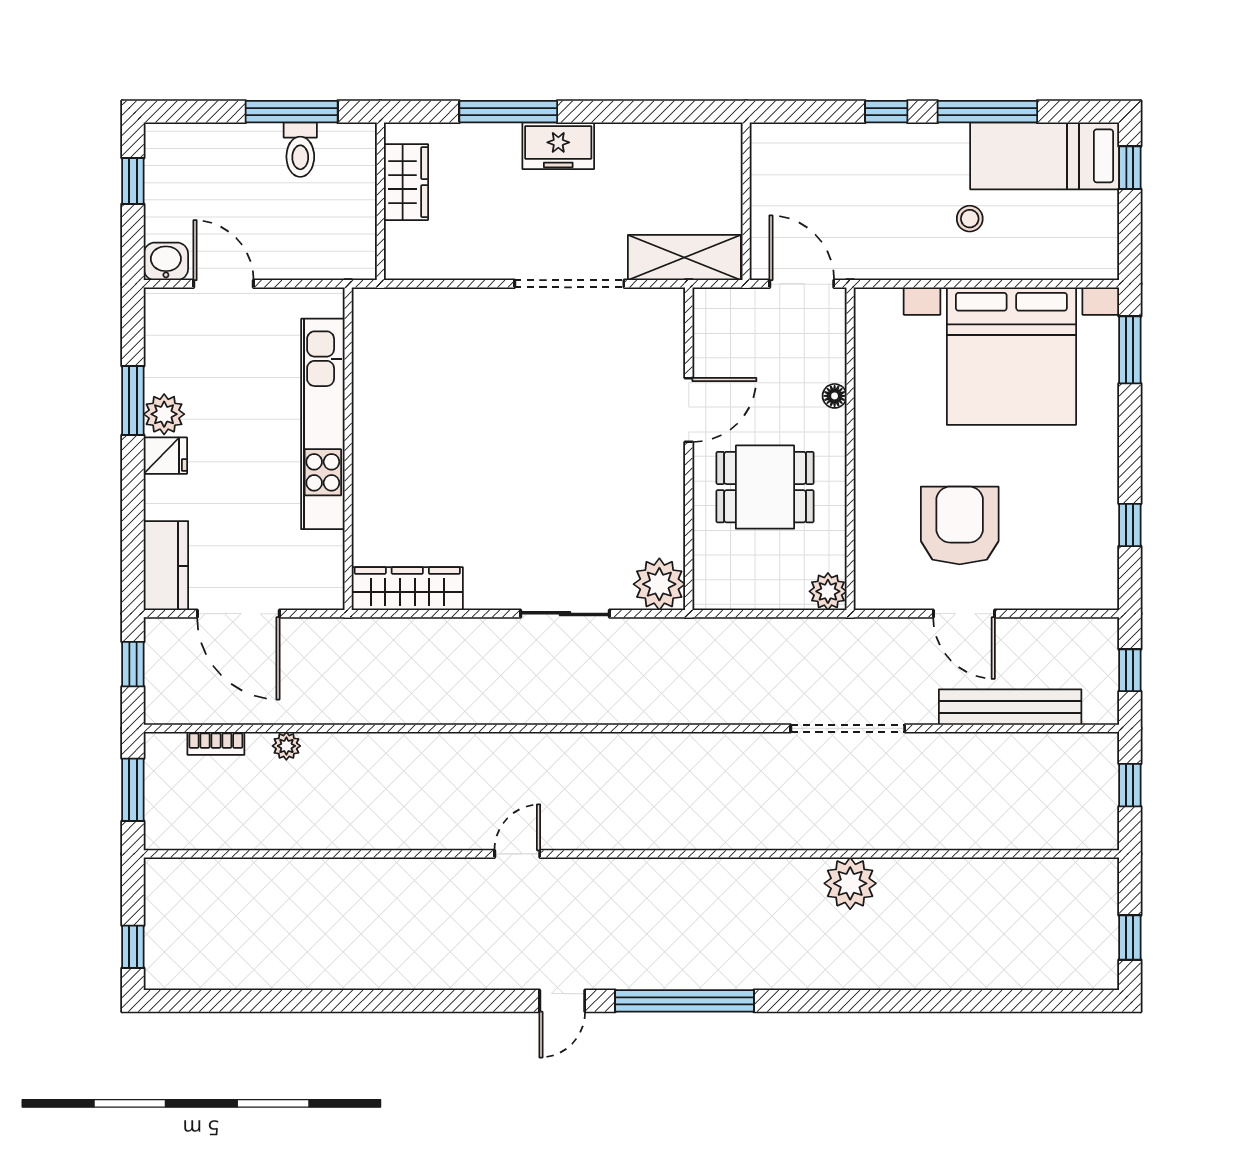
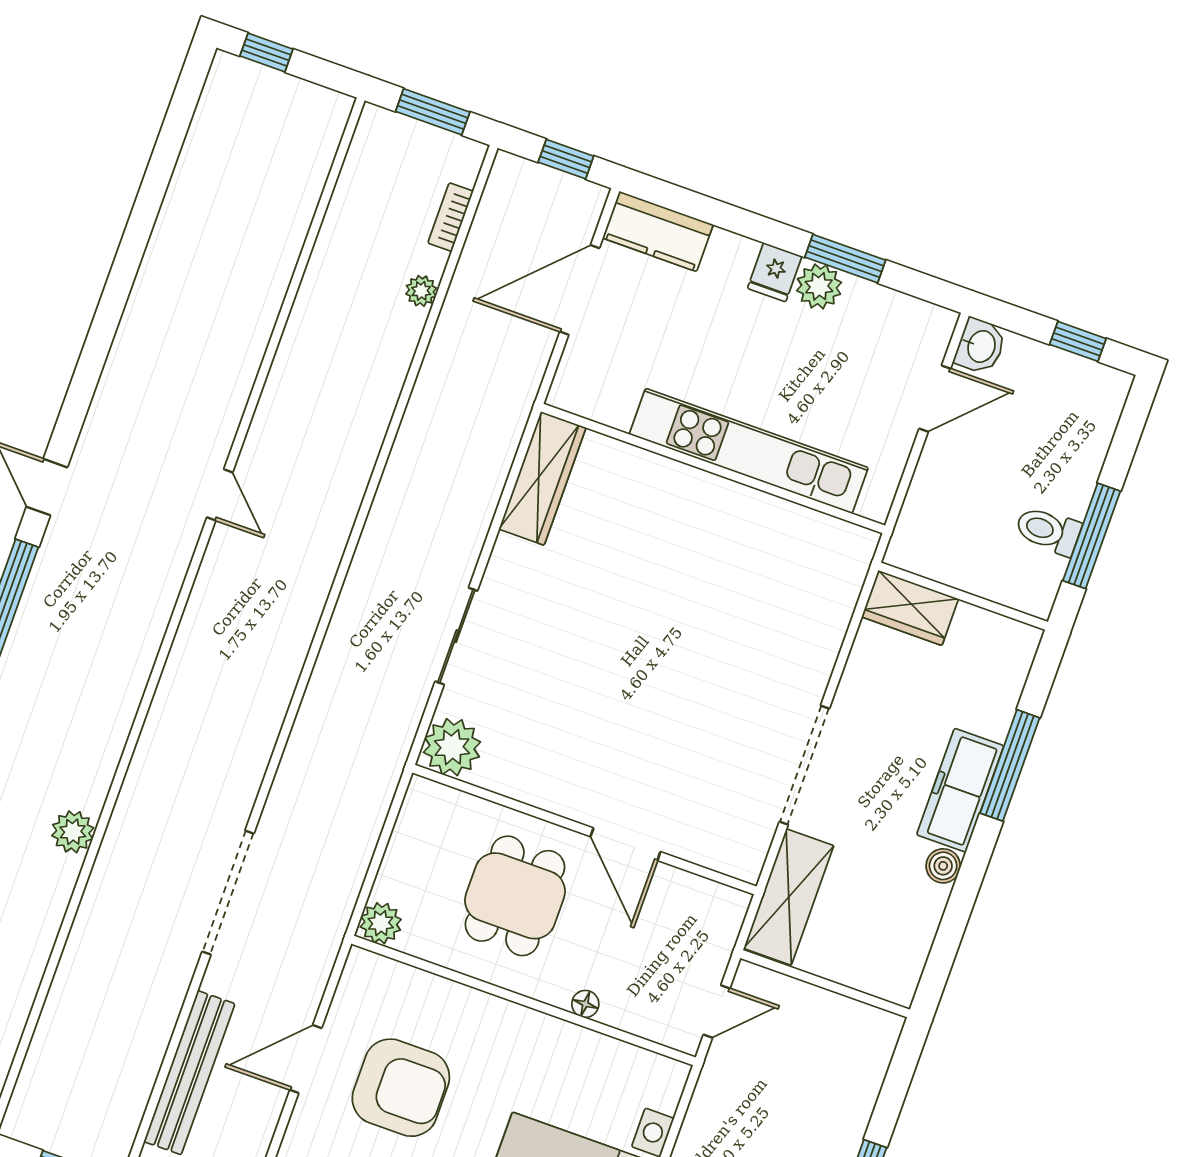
boiler: (612, 138) -> (943, 866), added
freezer: (558, 146) -> (960, 790), width x1.40
wardrobe: (406, 182) -> (910, 608), moved
door: (802, 284) -> (717, 1012), width x0.73
plant: (850, 883) -> (73, 832), width x0.73, depth x0.73

